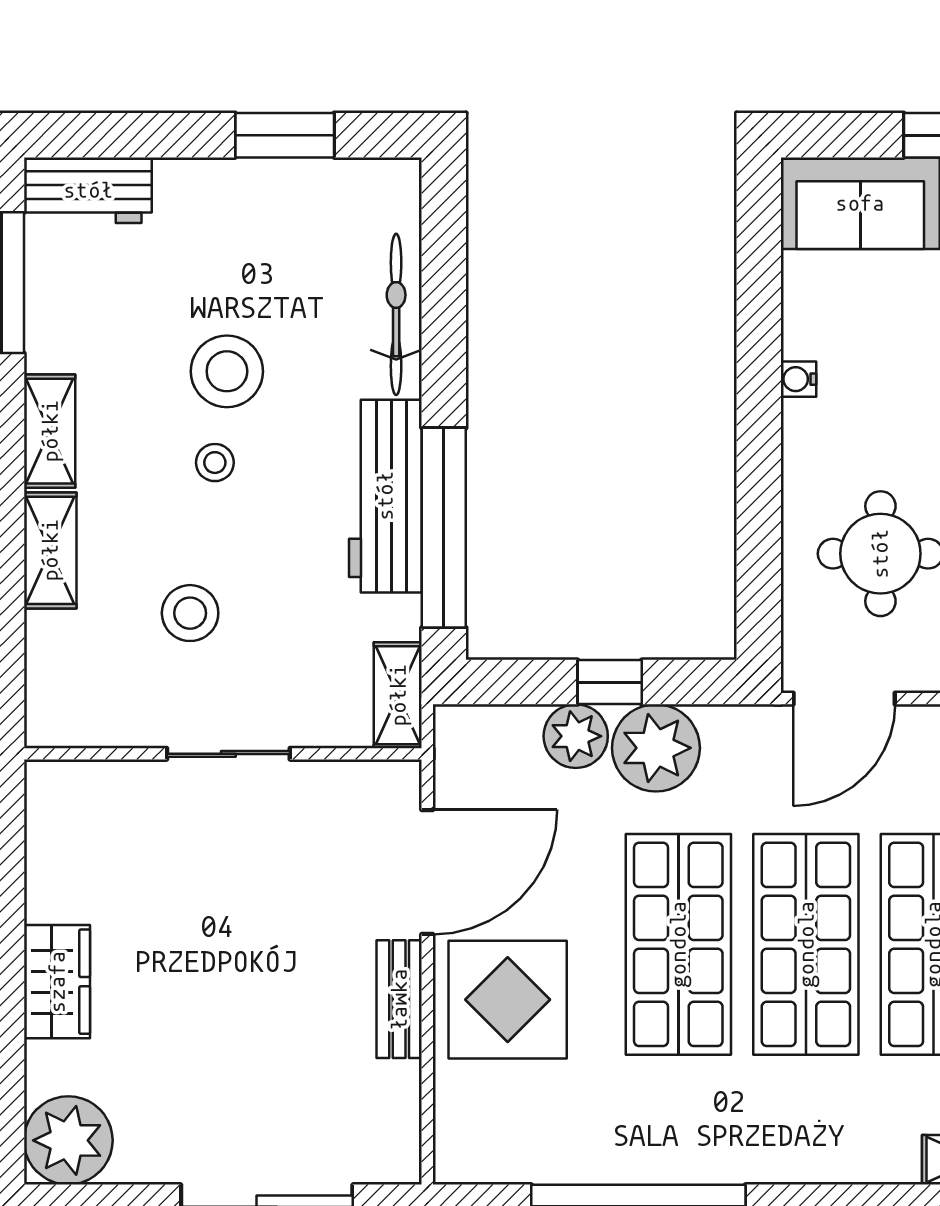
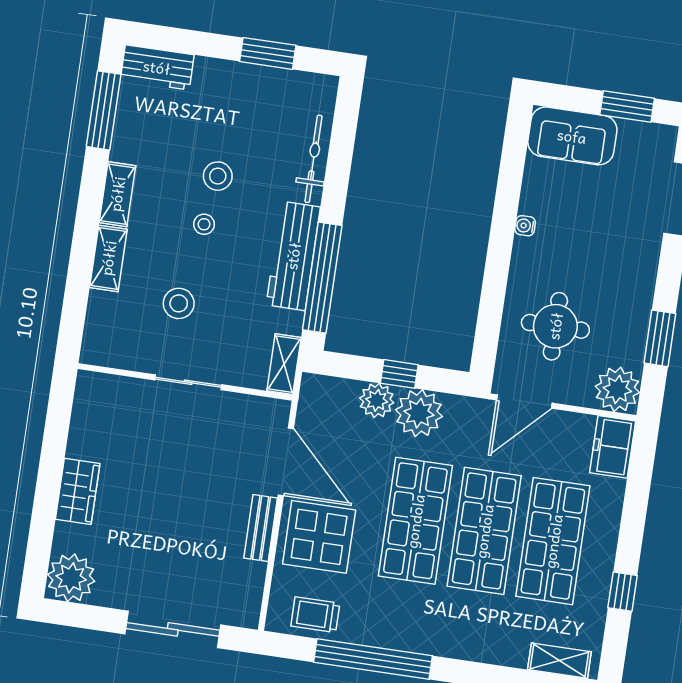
stool: (227, 371) -> (218, 176), width x0.73, depth x0.73
door: (427, 872) -> (286, 462), hinge flipped
trolley: (522, 1142) -> (315, 615), added

